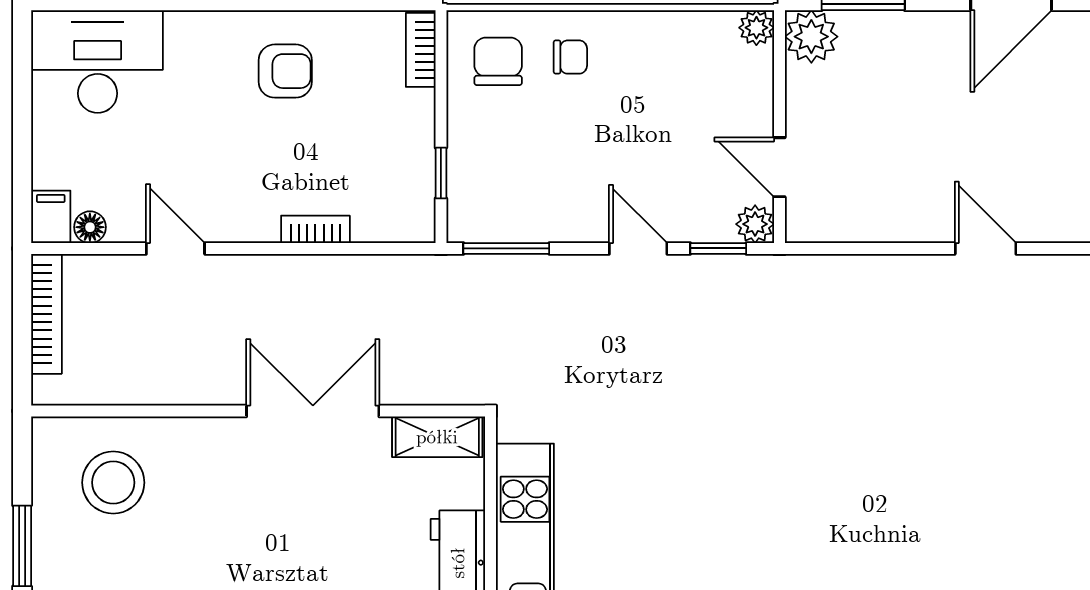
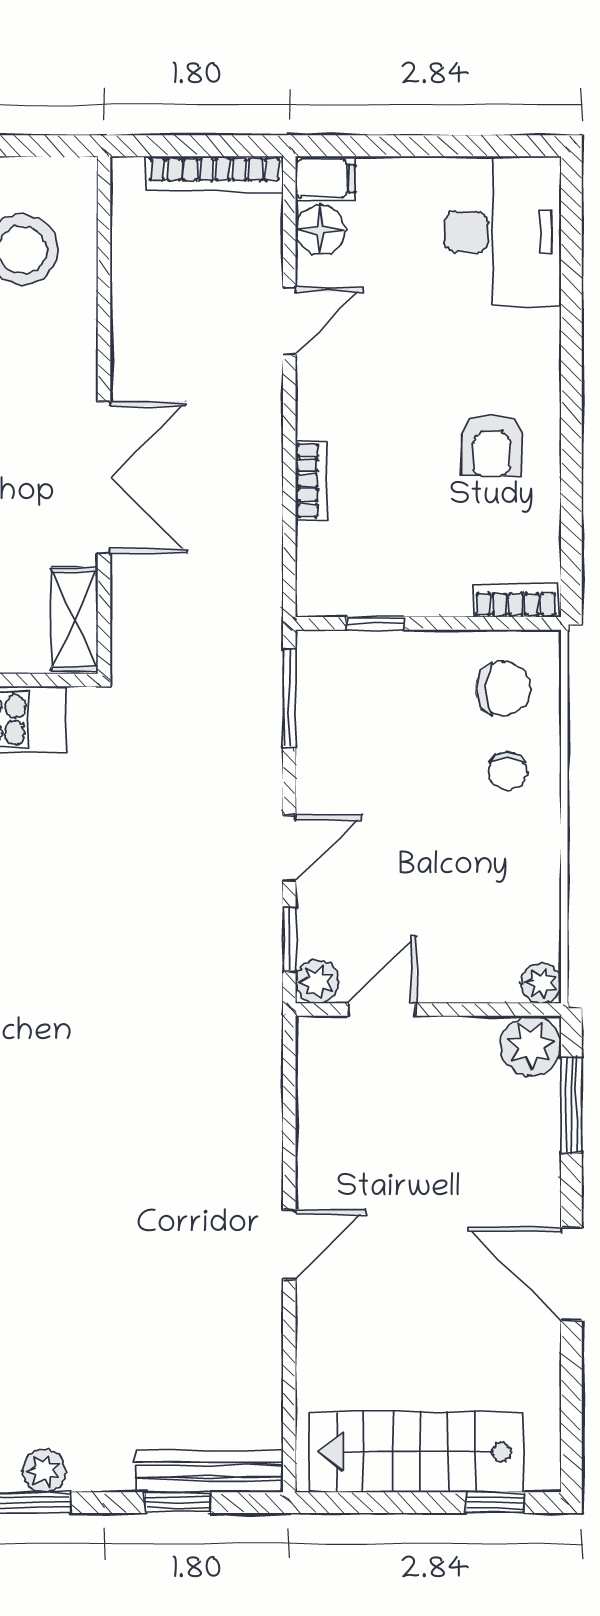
floor lamp: (90, 227) -> (320, 230), width x1.37, depth x1.37

